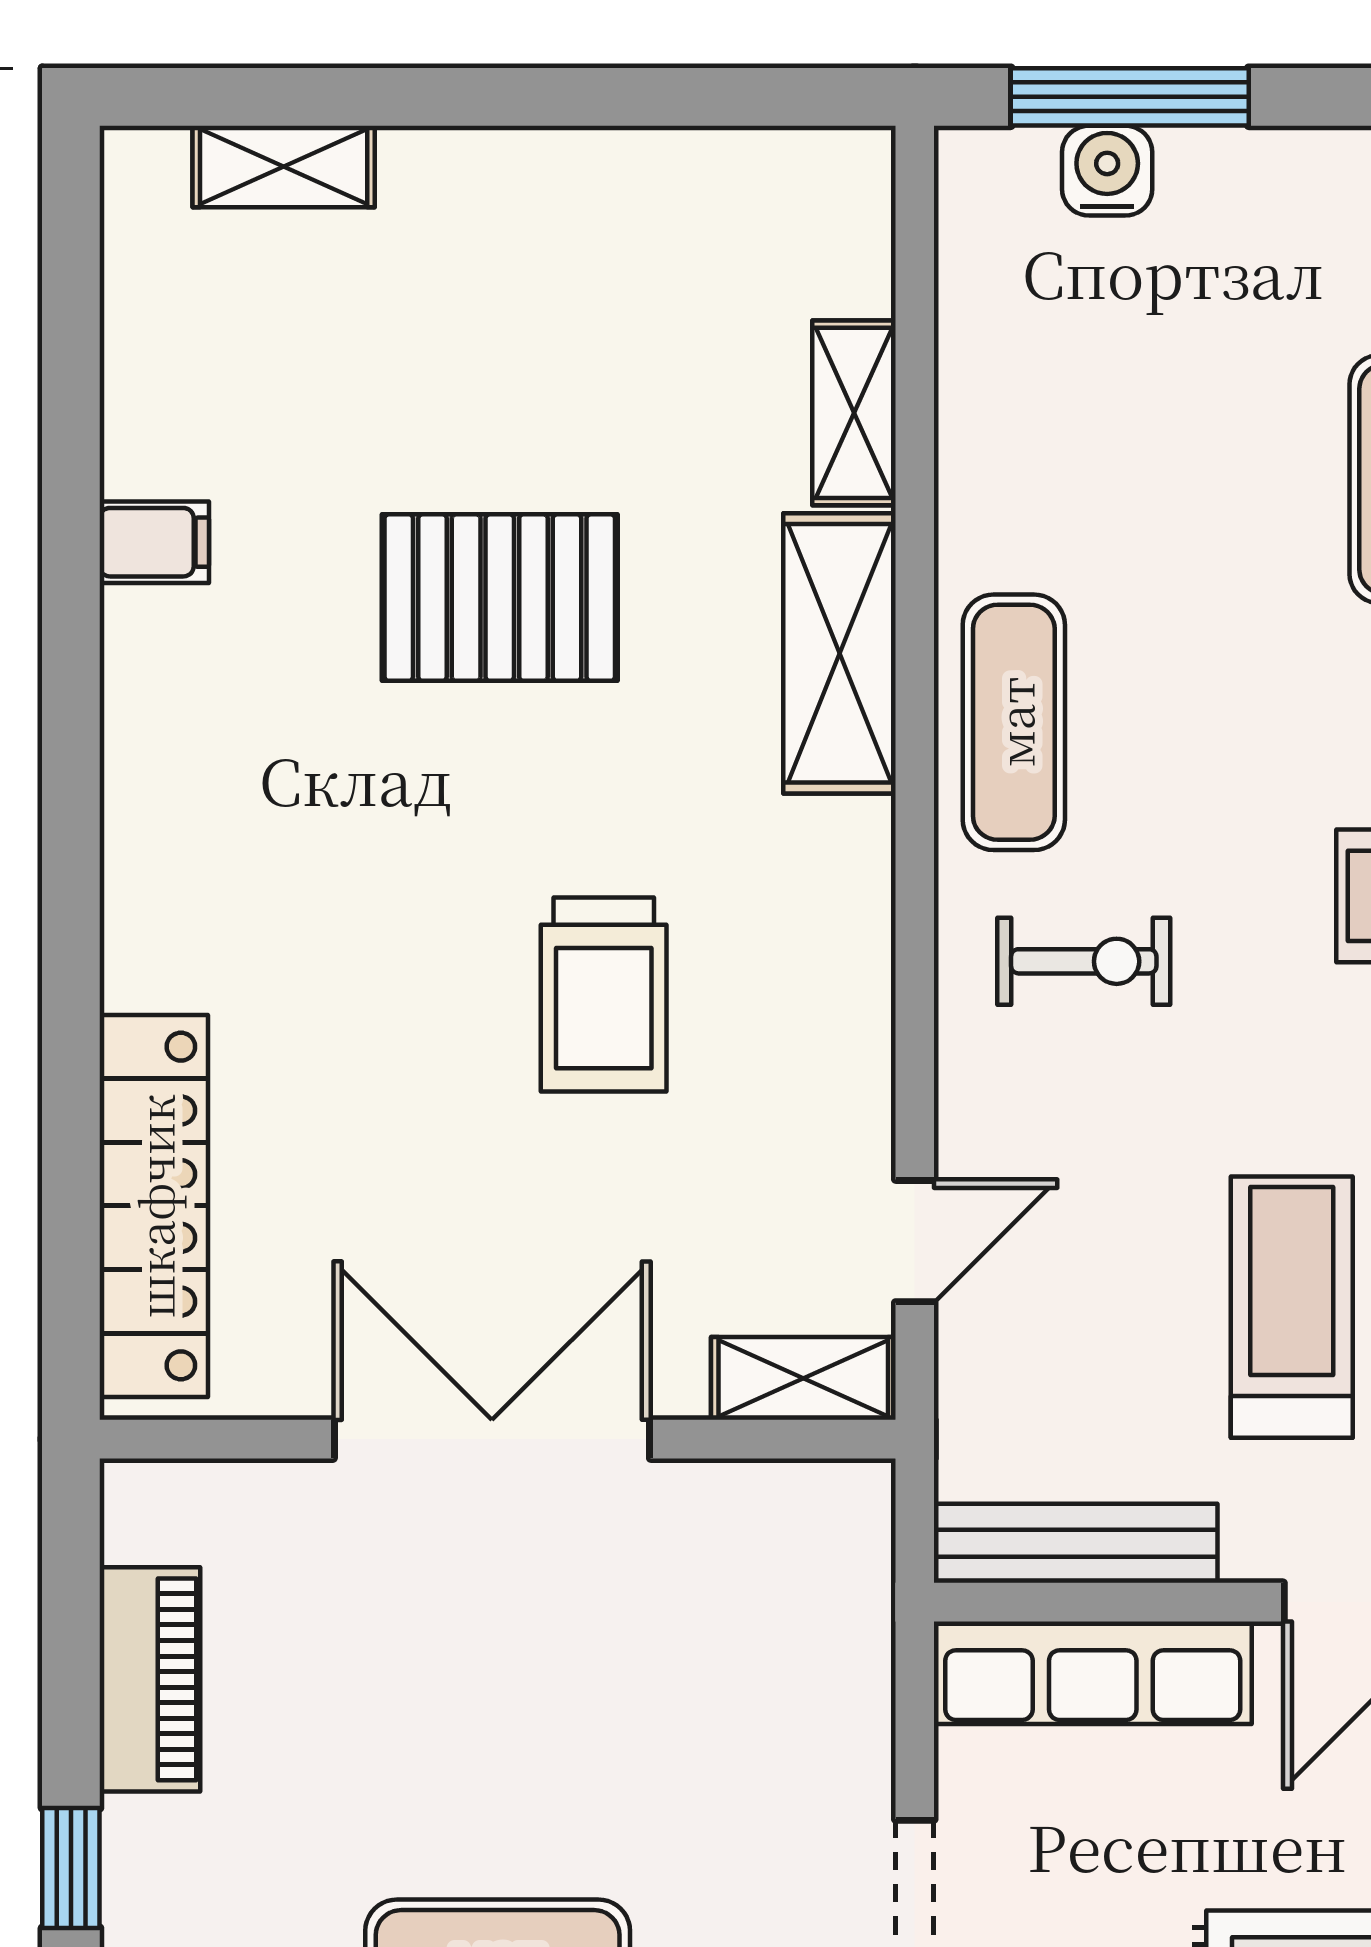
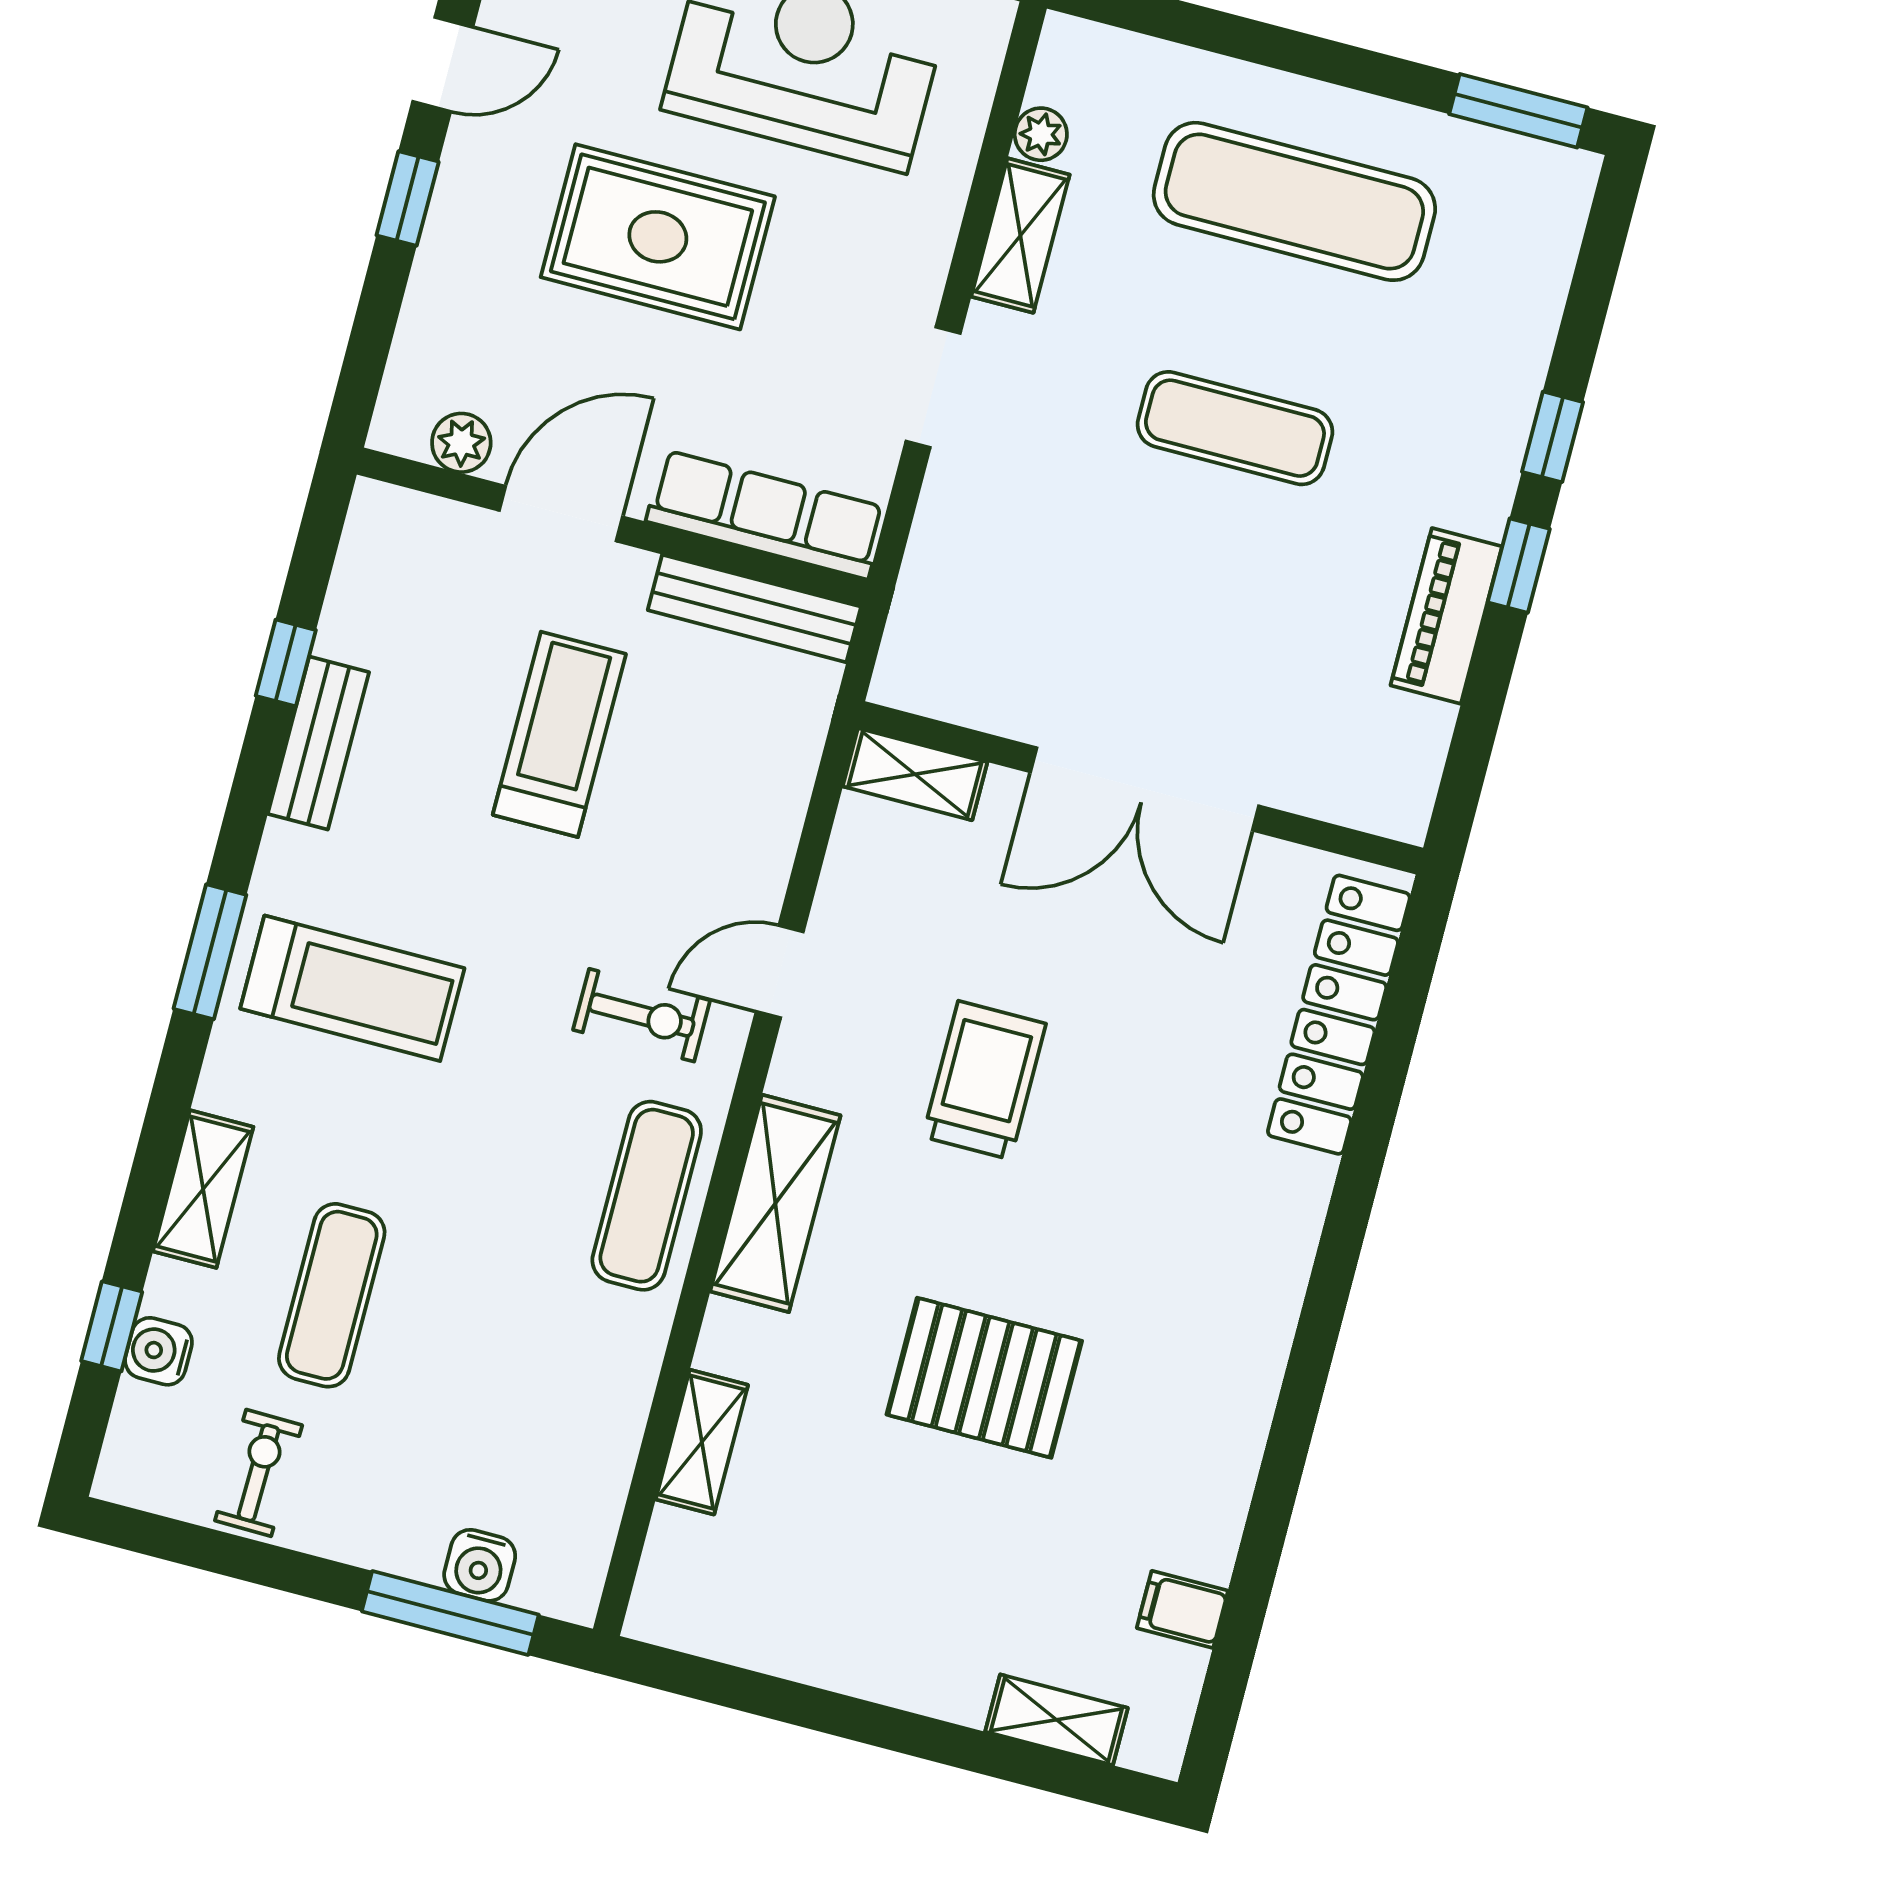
filing cabinet: (154, 542) -> (1182, 1609), moved
shelving: (839, 653) -> (775, 1203), moved
exercise bike: (1084, 961) -> (642, 1015), turned 180
door: (915, 1241) -> (780, 972), moved
treadmill: (1292, 1307) -> (559, 734), turned 180
piano: (150, 1679) -> (1446, 616), moved

